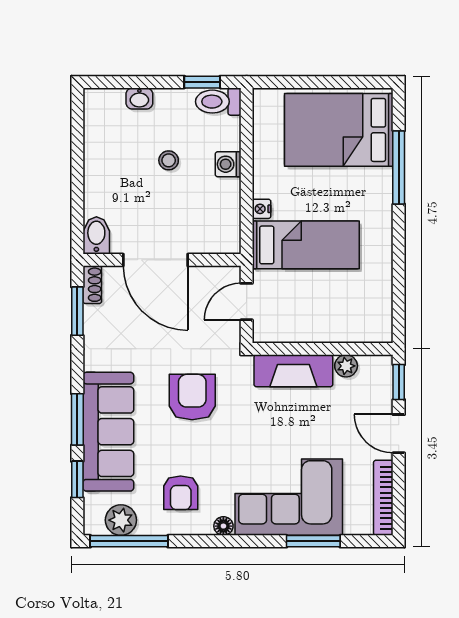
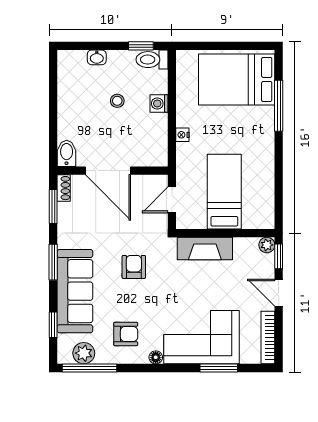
bed: (306, 245) -> (224, 192), moved, turned -90
plant: (346, 366) -> (267, 245), moved
armchair: (192, 397) -> (134, 267), width x0.72, depth x0.72
window: (77, 419) -> (53, 262), moved
armchair: (181, 493) -> (126, 334), turned -90

